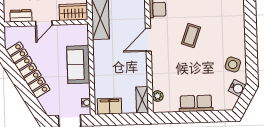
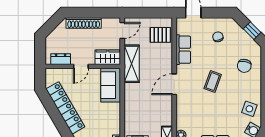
chair: (226, 17) -> (244, 66), added
sofa: (78, 65) -> (111, 85), moved

